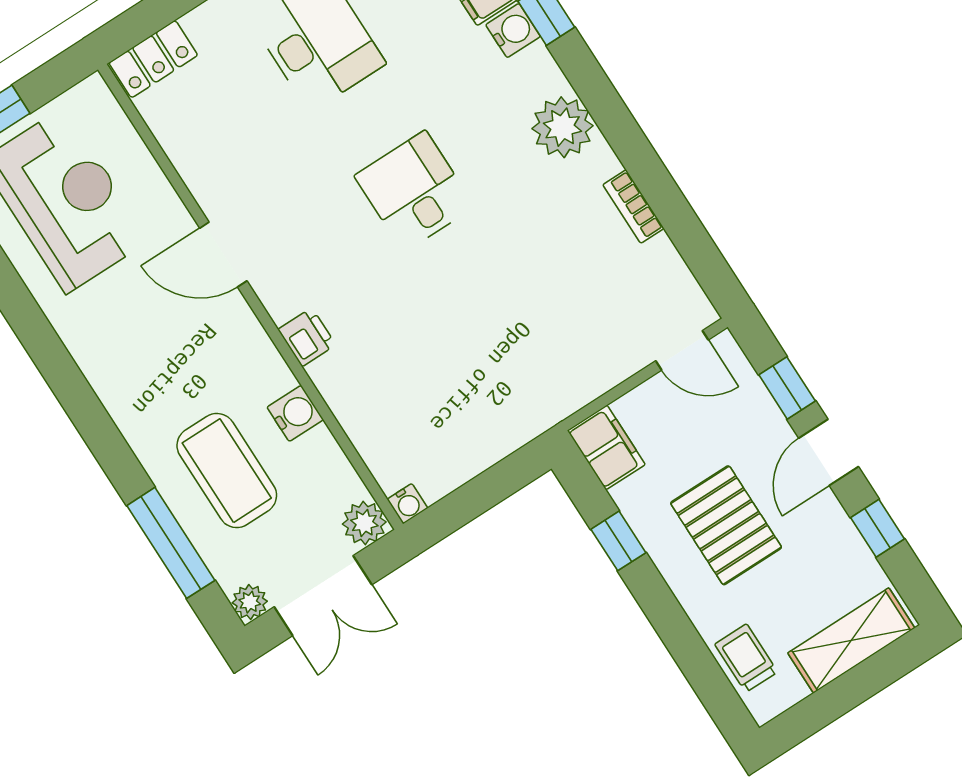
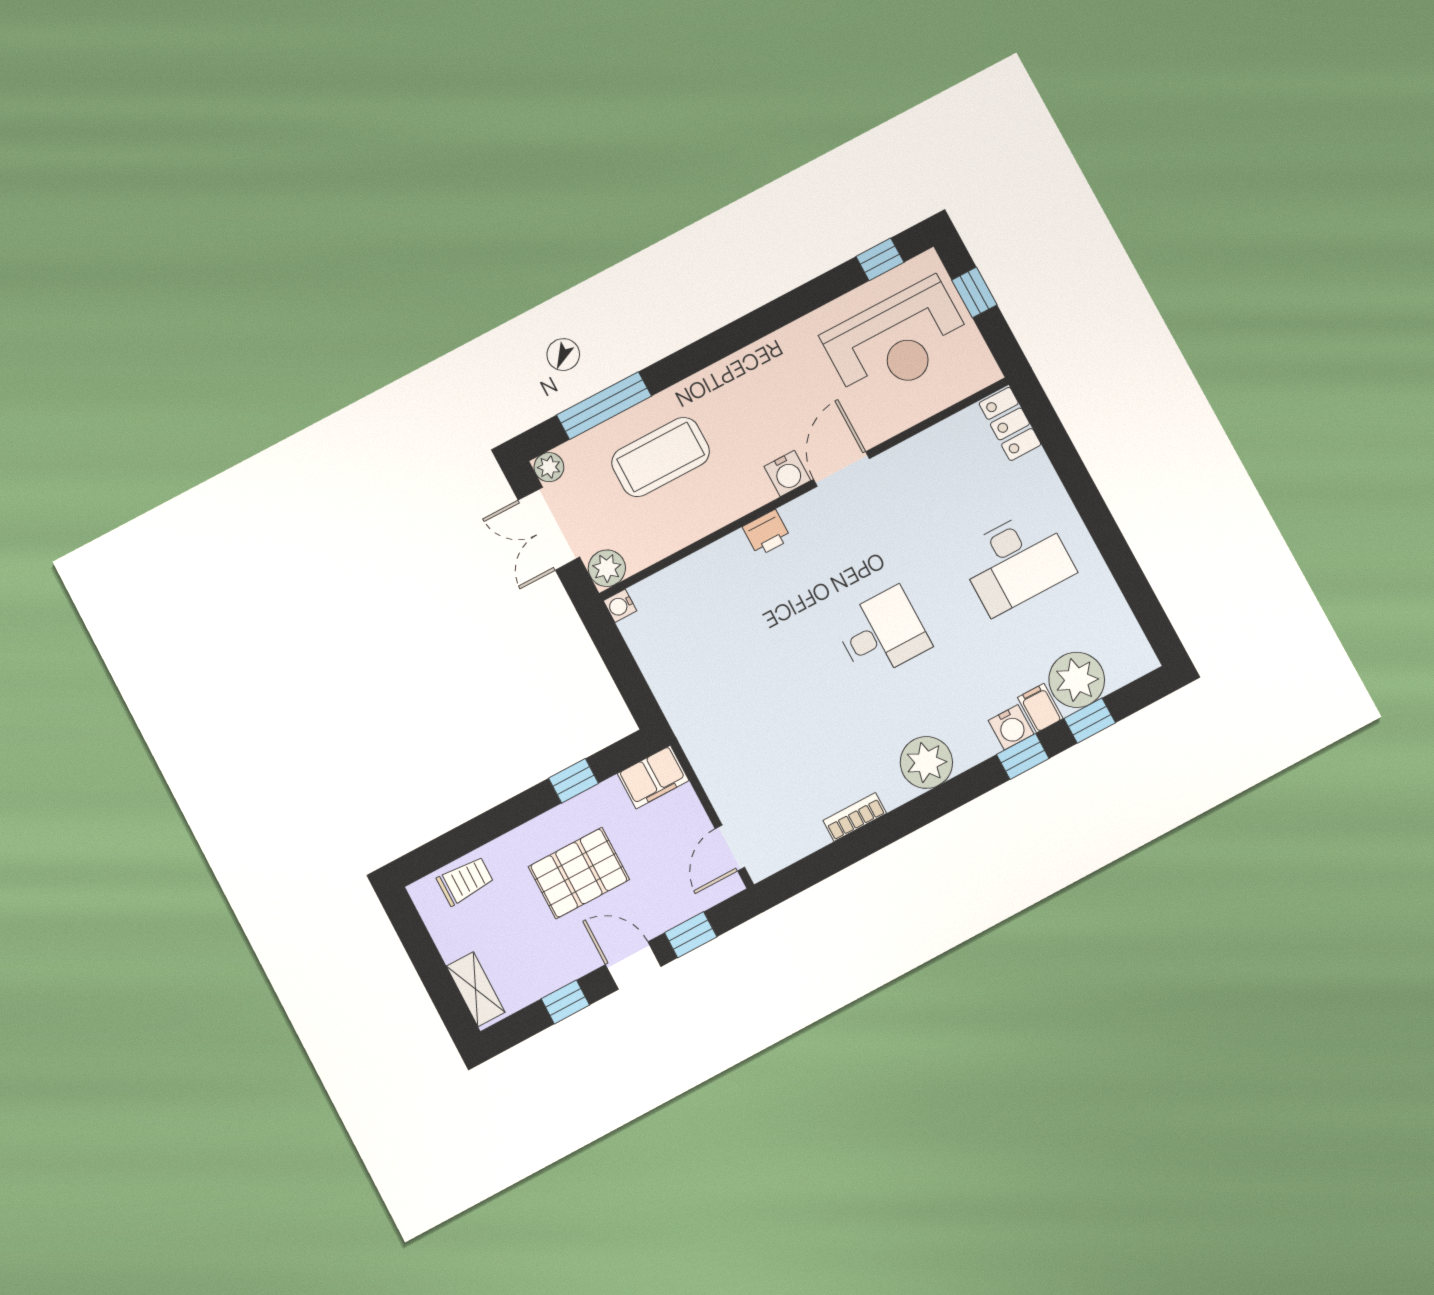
water cooler: (295, 413) -> (787, 473), moved
shelving: (851, 640) -> (476, 989), width x0.67, depth x0.75

